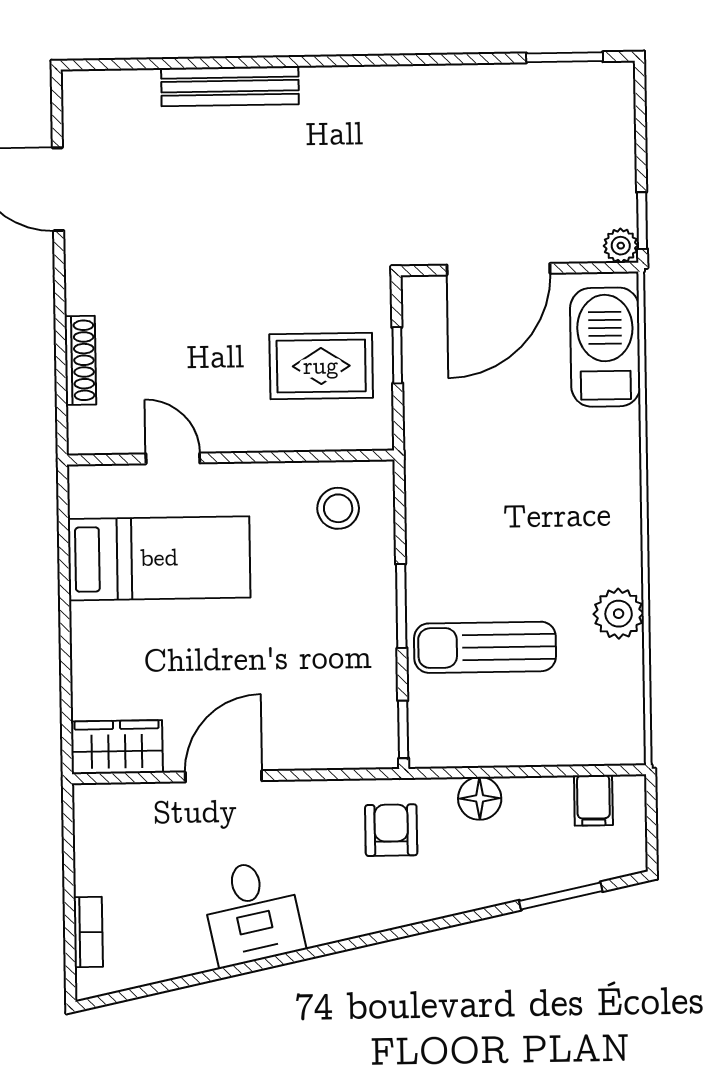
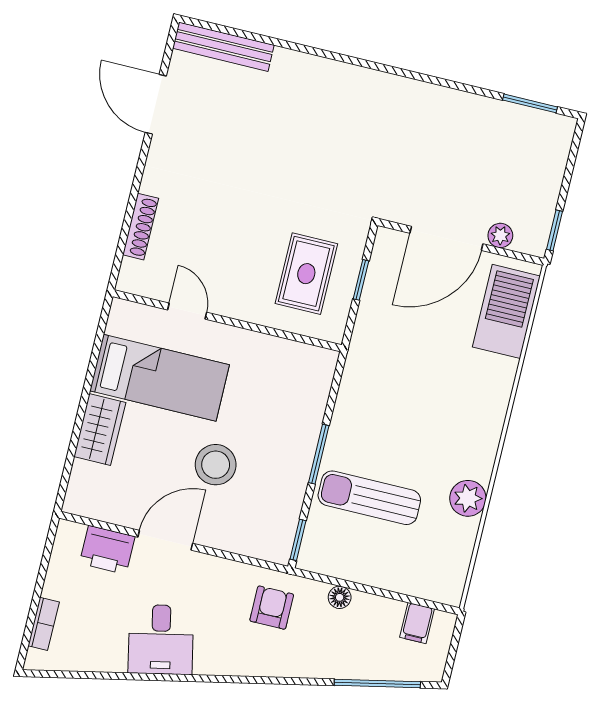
bench: (230, 86) -> (223, 47), moved
plant: (621, 246) -> (500, 235), moved
rug: (321, 366) -> (306, 274), turned 90
stool: (338, 508) -> (216, 465), moved, width x1.38, depth x1.38
wardrobe: (117, 747) -> (100, 430), moved, turned 90
floor lamp: (480, 798) -> (340, 597), width x0.73, depth x0.73
printer: (148, 810) -> (107, 550), added
window: (561, 896) -> (377, 684), width x1.44

